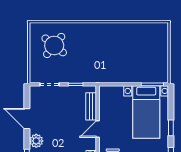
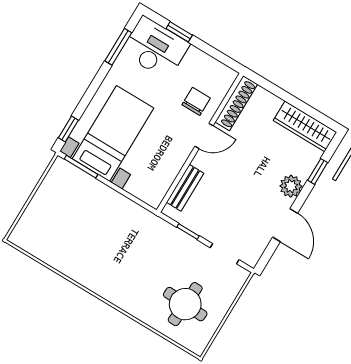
round table: (54, 45) -> (185, 304), turned -36
window: (171, 128) -> (68, 129), moved
door: (98, 129) -> (204, 136), moved

